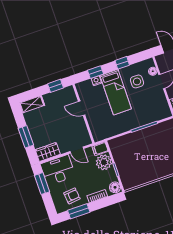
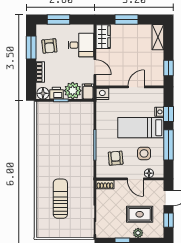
window: (122, 63) -> (168, 145), width x2.17
armchair: (150, 105) -> (116, 158), added
nightstand: (98, 136) -> (102, 94), added
door: (77, 150) -> (95, 67), swing flipped
desk: (58, 170) -> (81, 45), width x0.73
printer: (111, 176) -> (56, 93), added
window: (42, 184) -> (58, 19), moved

